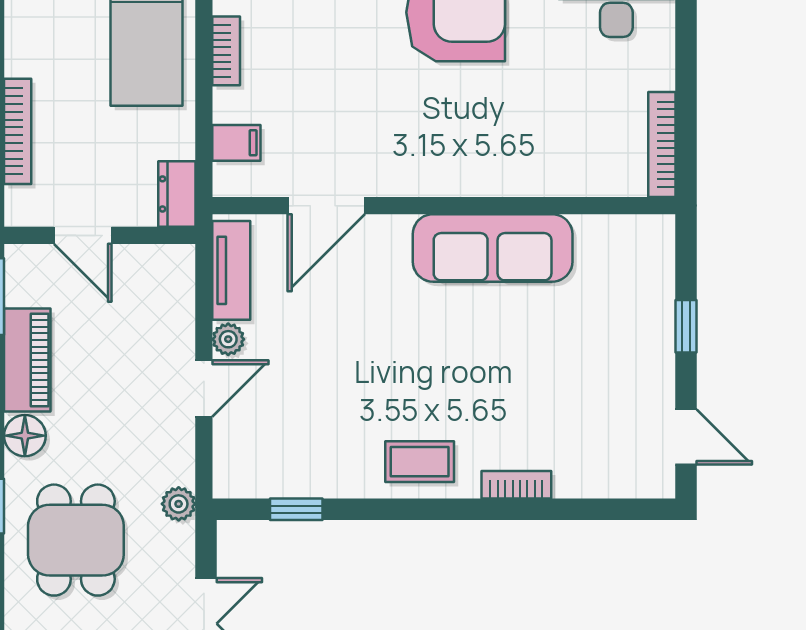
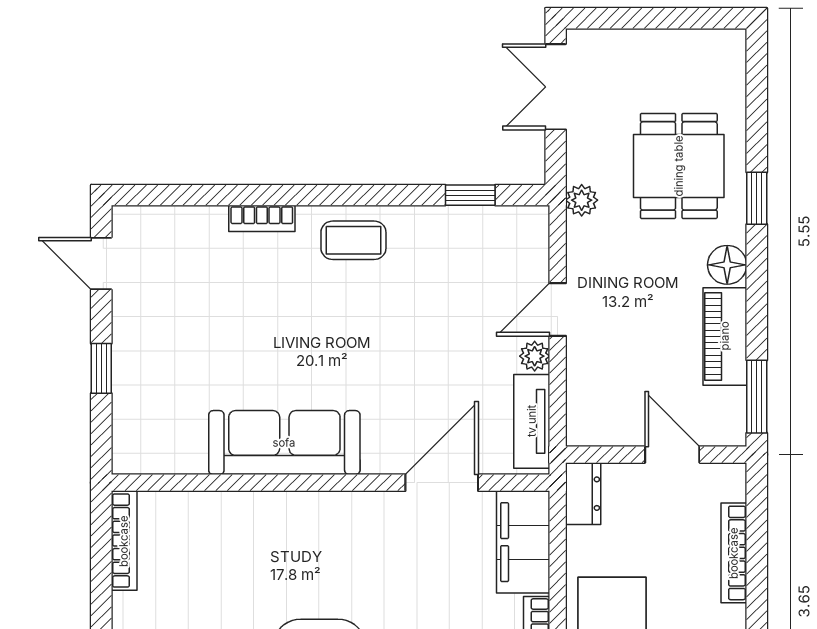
filing cabinet: (236, 143) -> (523, 542), width x3.00, depth x1.17

